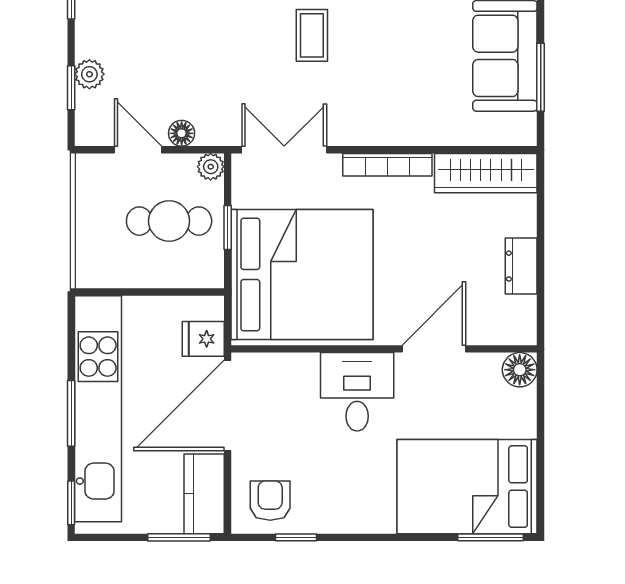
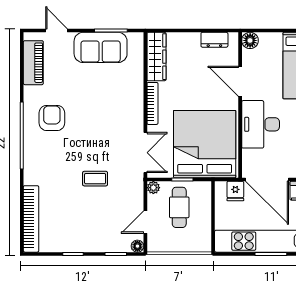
coffee table: (312, 35) -> (95, 179), moved
plant: (89, 74) -> (109, 245), removed
floor lamp: (182, 133) -> (137, 246), moved
double door: (284, 150) -> (145, 153), swing flipped
dresser: (521, 266) -> (214, 40), moved
desk: (357, 392) -> (261, 124), width x1.37

